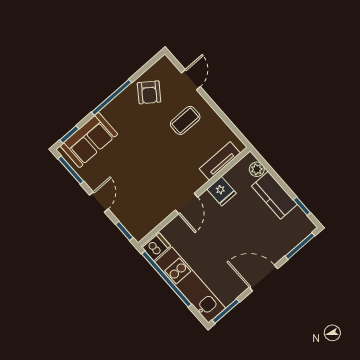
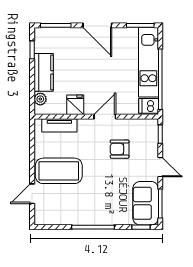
armchair: (149, 92) -> (120, 149), moved, turned -126
coffee table: (185, 120) -> (59, 171), width x1.86, depth x1.72
sofa: (89, 140) -> (146, 203), moved, turned -90
door: (99, 202) -> (160, 167), swing flipped

